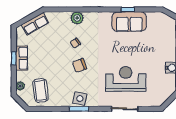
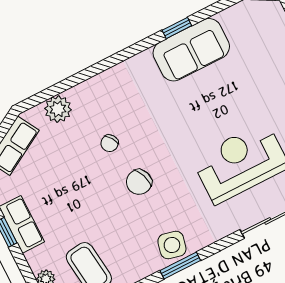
plant: (77, 18) -> (58, 109), moved

